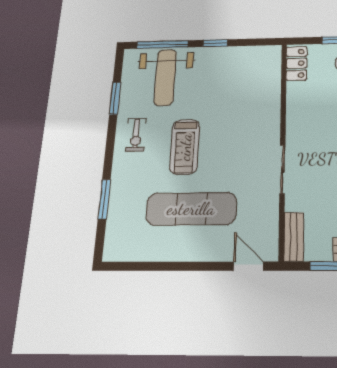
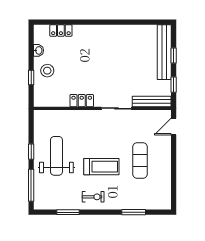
locker: (296, 63) -> (82, 101), moved
weight bench: (165, 77) -> (56, 156), moved, turned -90
exercise mat: (191, 209) -> (140, 161), width x0.73, depth x0.69
bench: (294, 237) -> (152, 101), width x1.36

